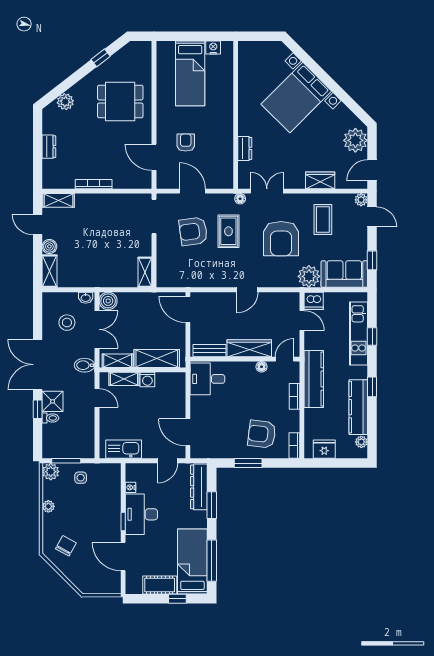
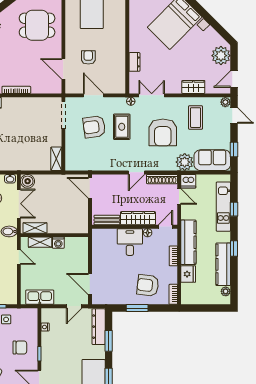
shoe rack: (280, 298) -> (162, 179), added
shelving: (157, 358) -> (66, 226), removed
desk: (207, 379) -> (130, 242), moved, turned 90
fridge: (324, 449) -> (188, 274), moved, turned 90
chair: (98, 514) -> (20, 347), added
desk: (141, 514) -> (54, 348), removed

